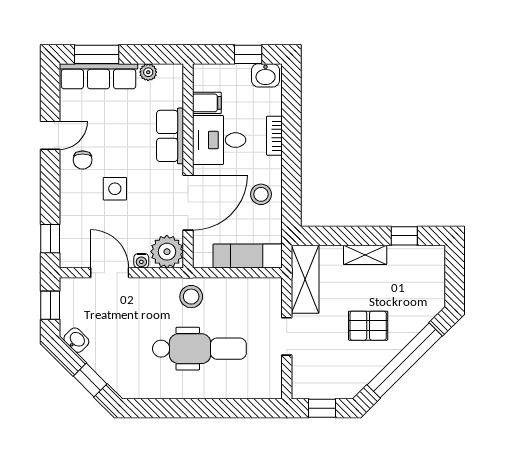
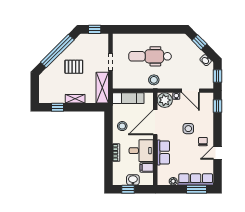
washbasin: (266, 75) -> (133, 180), moved

